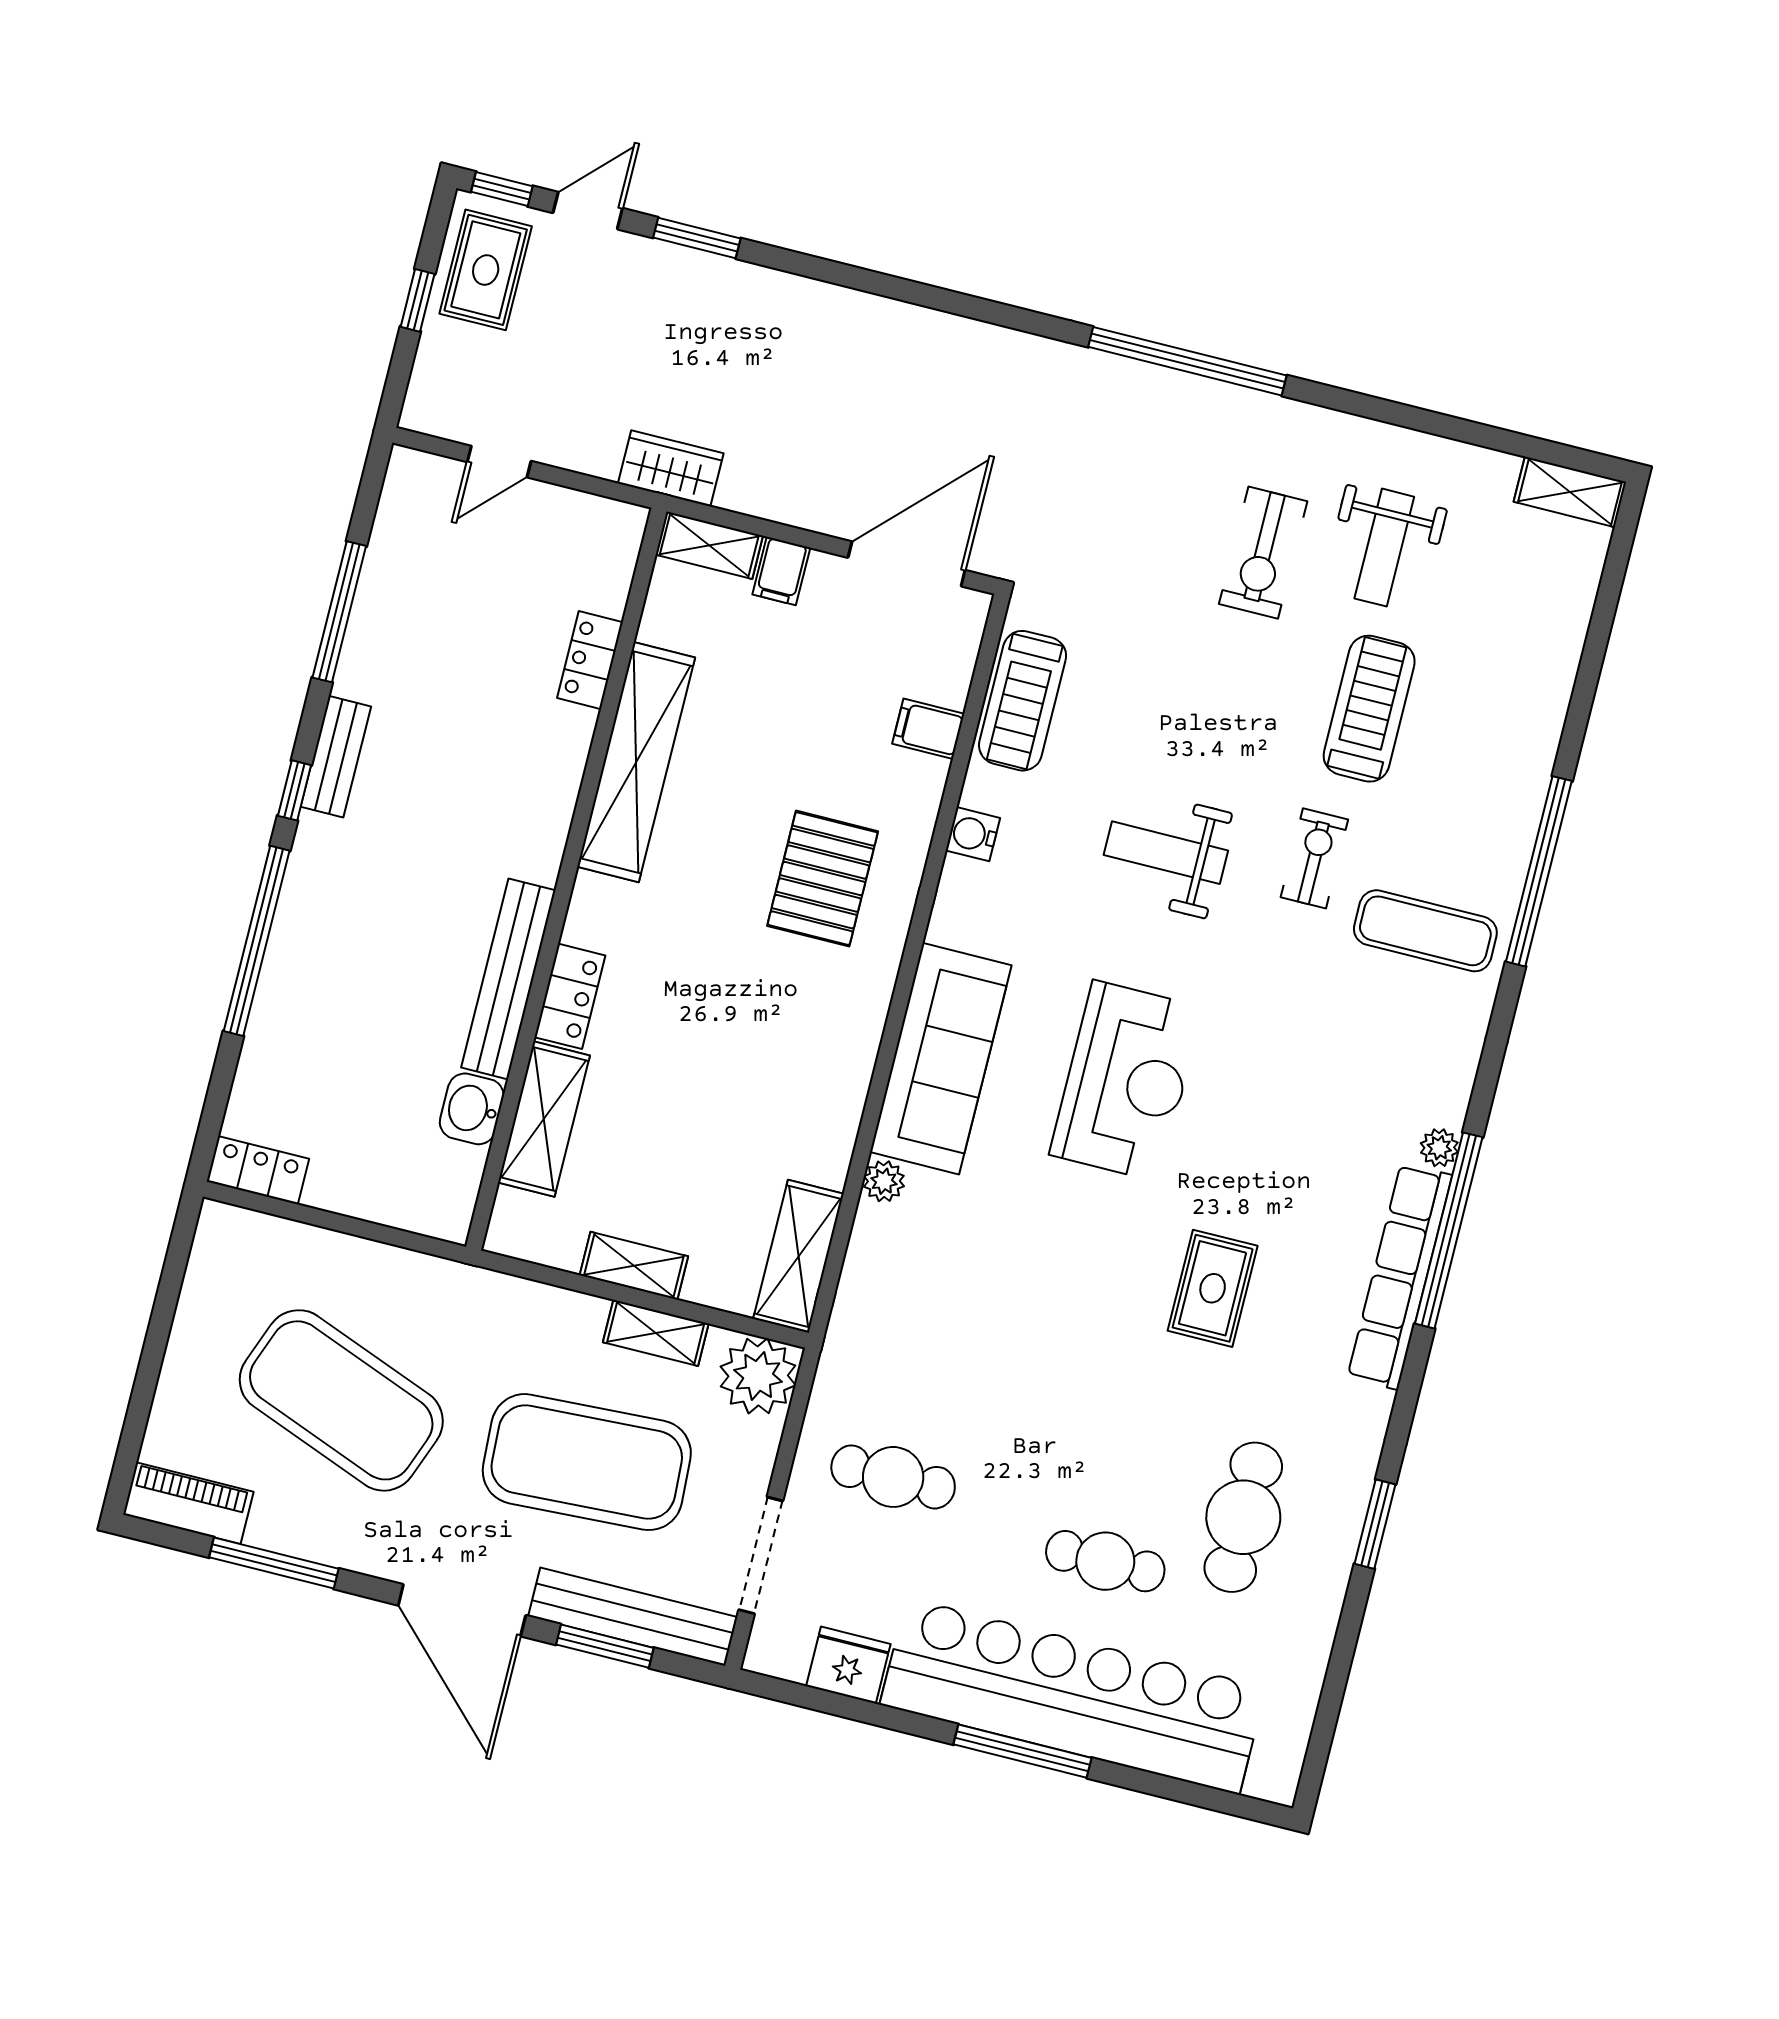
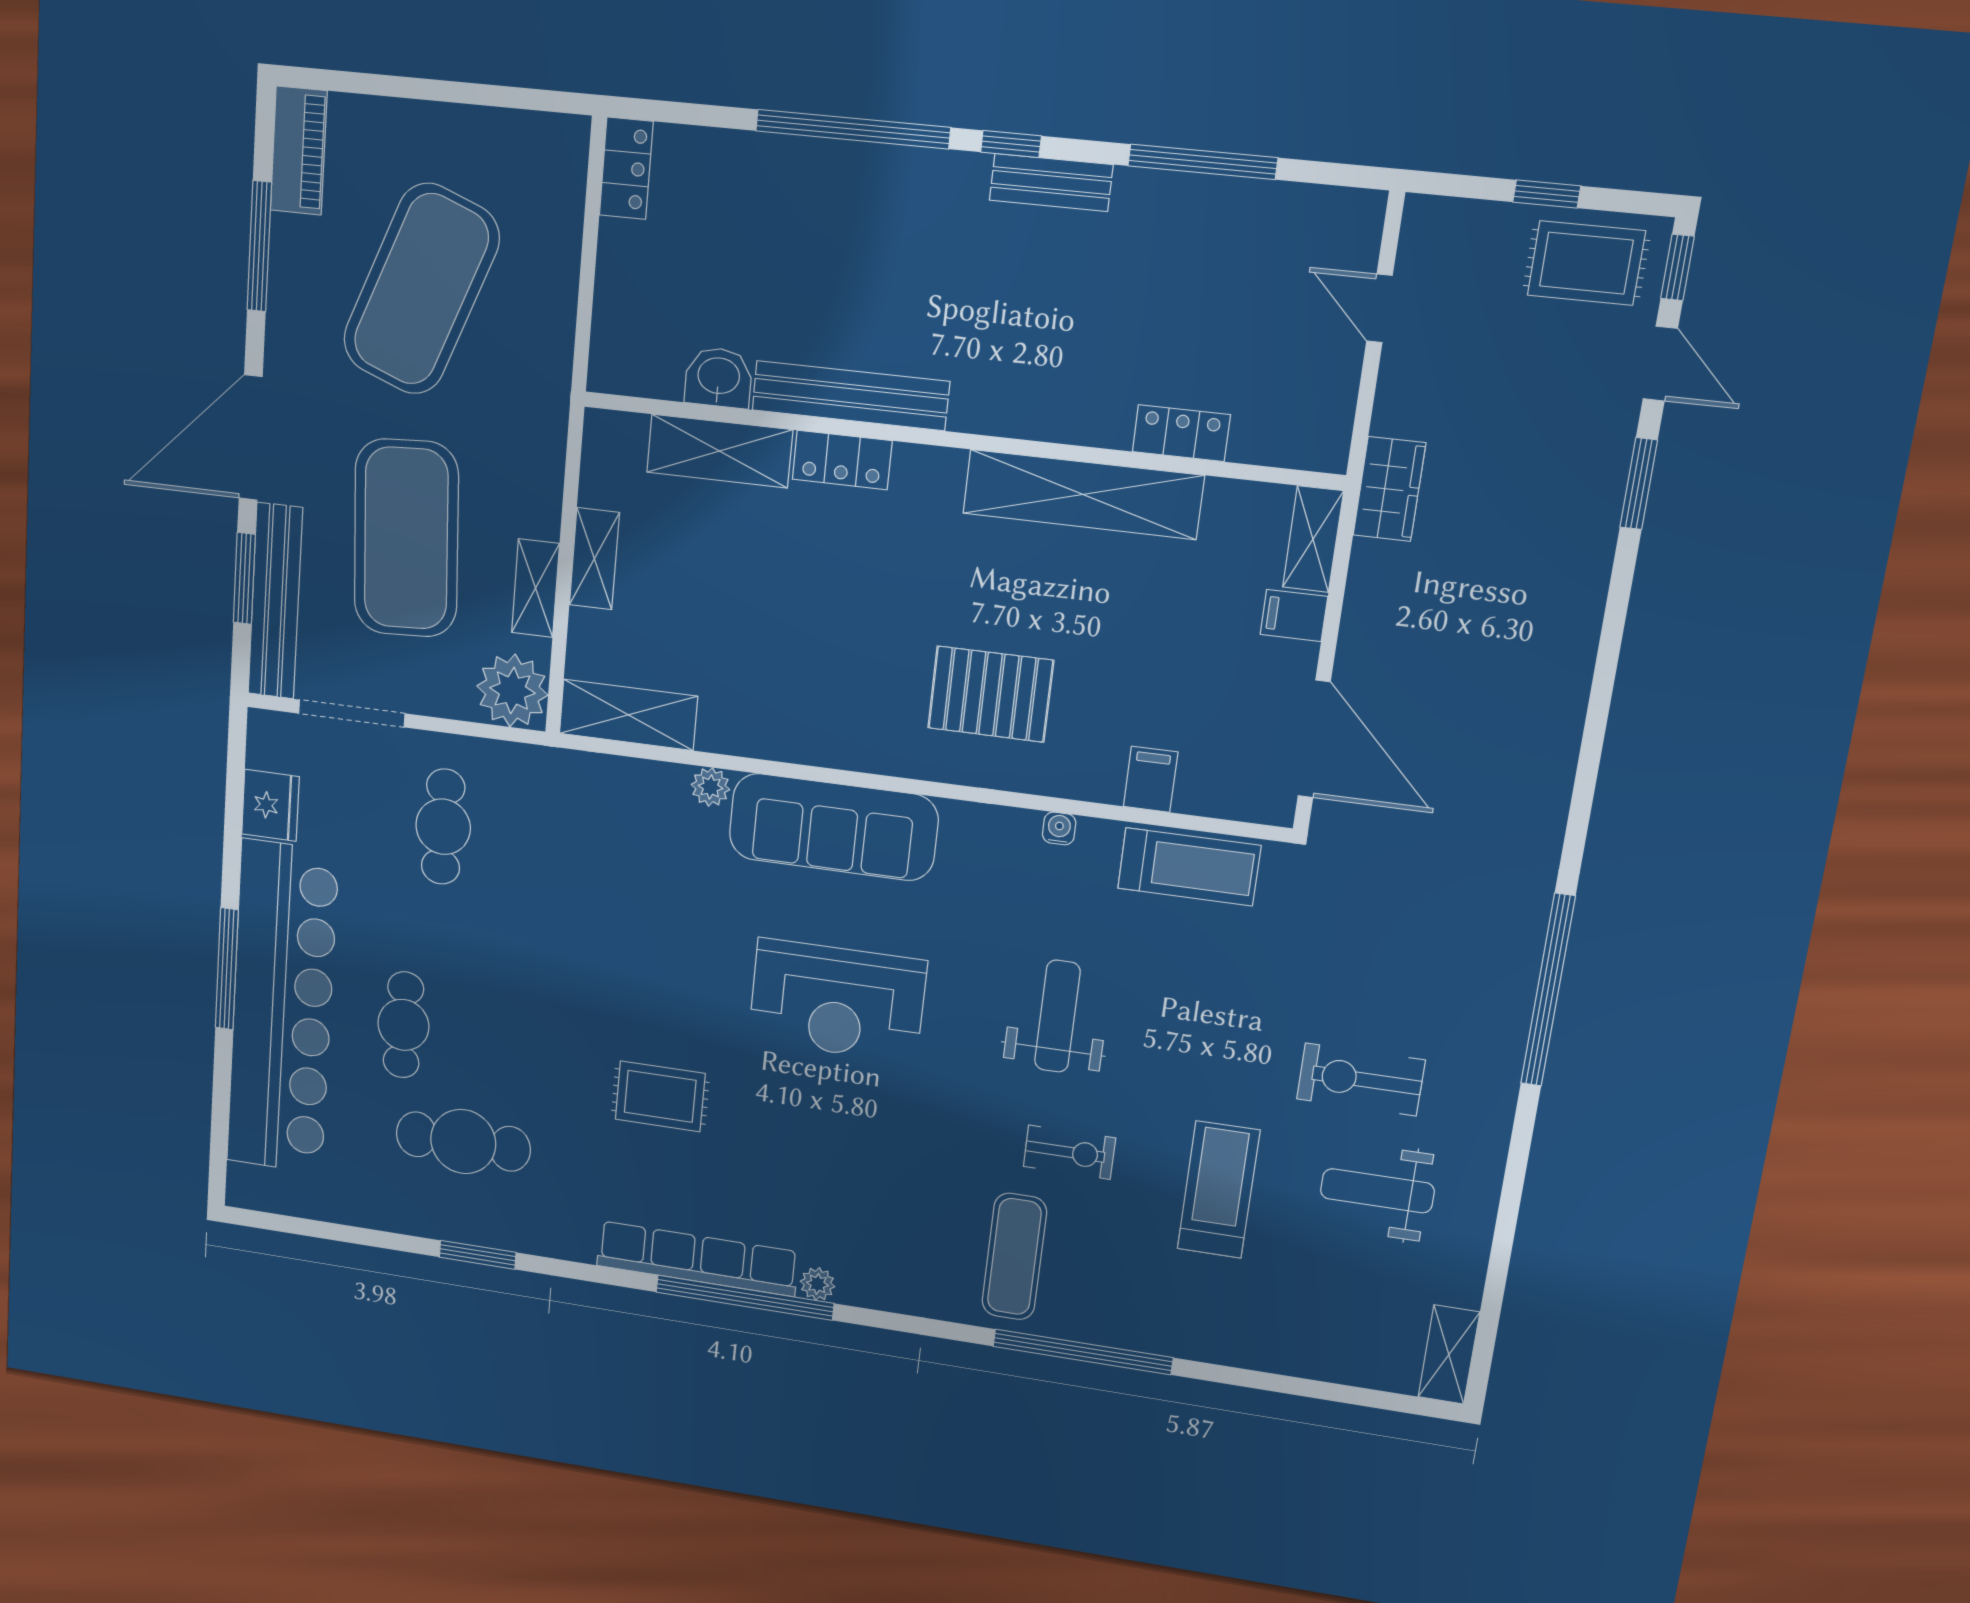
treadmill: (1023, 701) -> (1189, 867), turned 180
treadmill: (1369, 709) -> (1219, 1190), turned -90
water cooler: (973, 834) -> (1059, 828), width x0.72, depth x0.72

